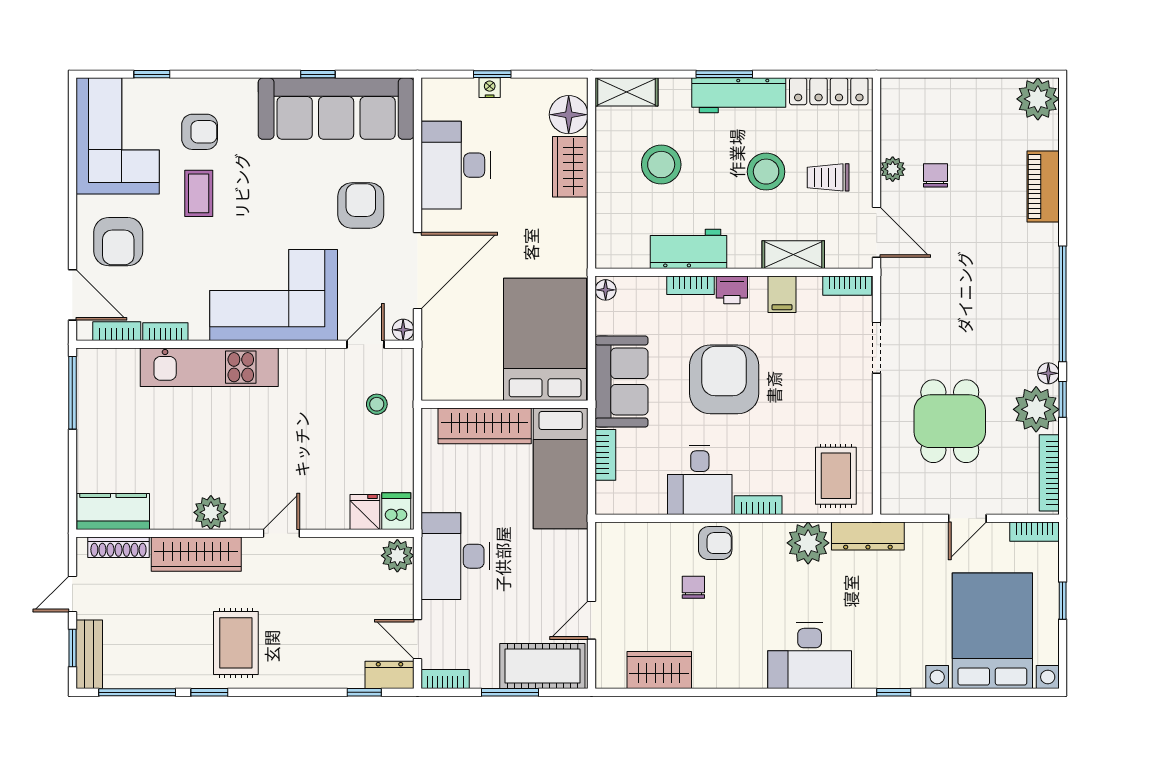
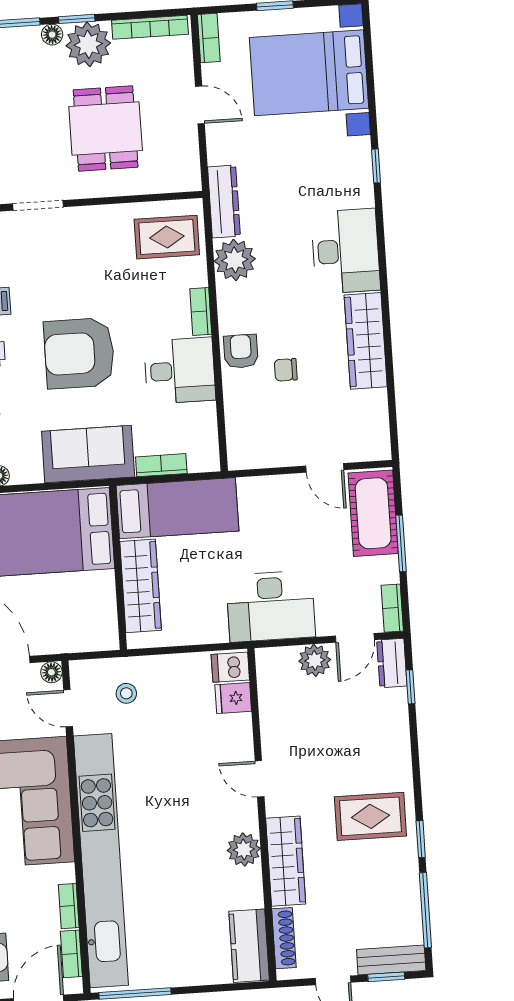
kitchen unit: (209, 367) -> (101, 861), width x1.86
dining table: (950, 421) -> (106, 128), turned 90
plant: (397, 556) -> (315, 660), moved
wardrobe: (659, 670) -> (366, 341), moved, width x1.50

